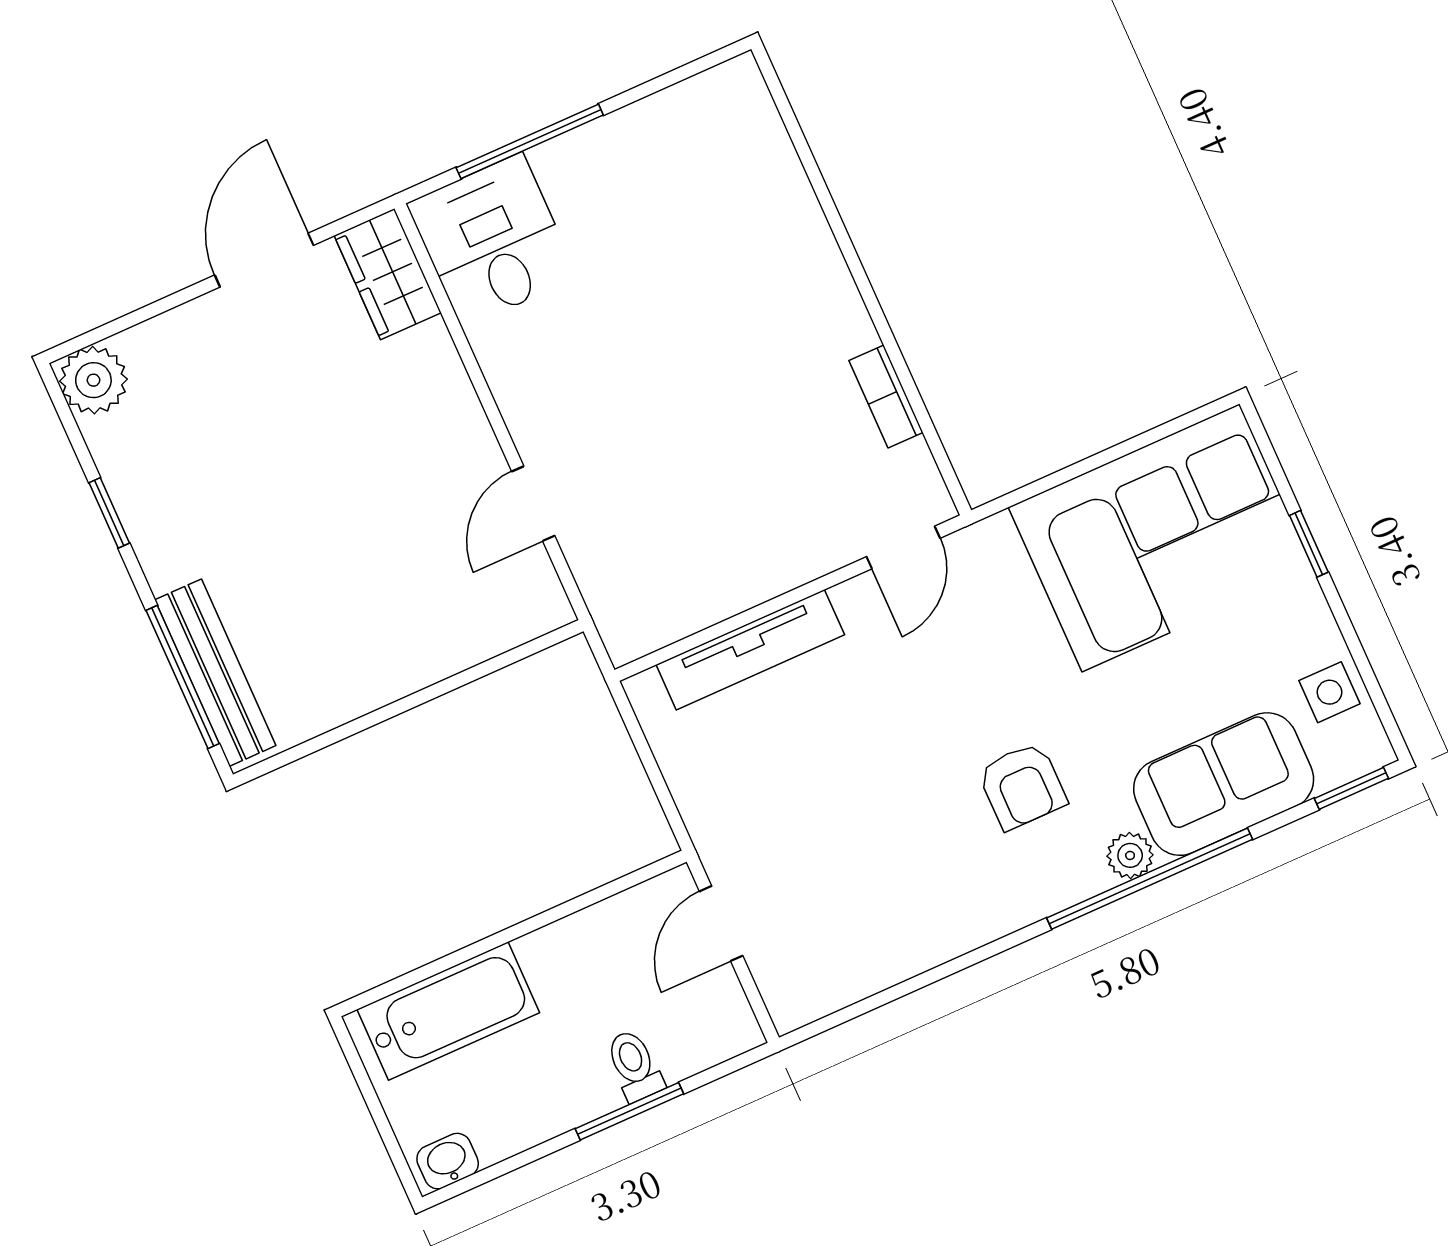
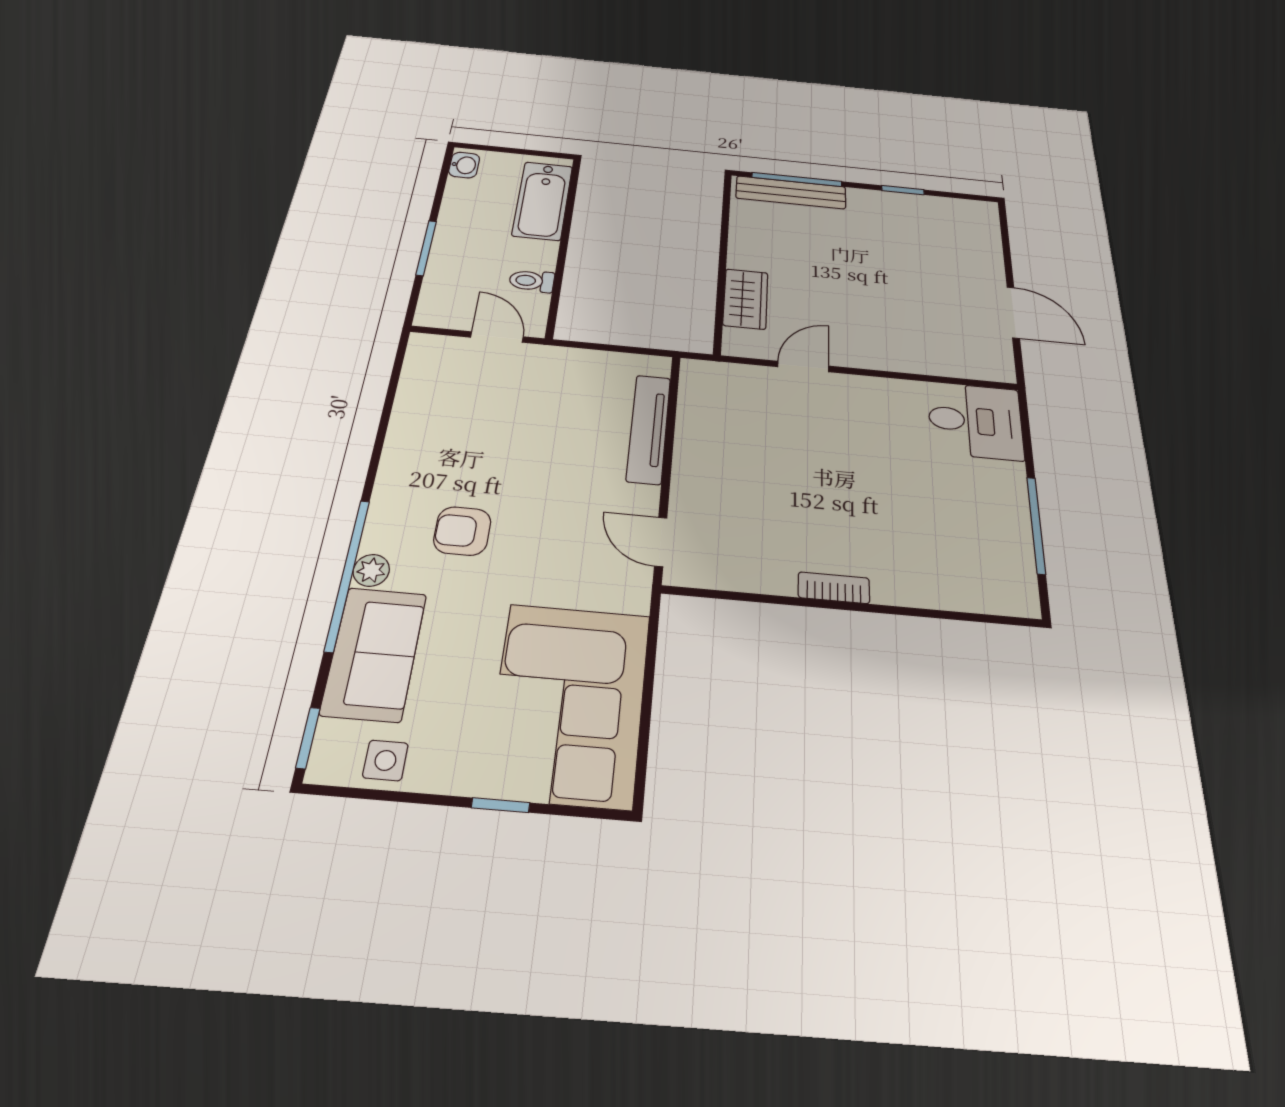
window: (530, 141) -> (1036, 525), moved
wardrobe: (388, 274) -> (746, 299), moved, turned 90
plant: (93, 380) -> (979, 215), removed
bookcase: (886, 397) -> (834, 588), moved
door: (533, 504) -> (803, 366), hinge flipped
toilet: (634, 1066) -> (532, 281), moved, turned 180

